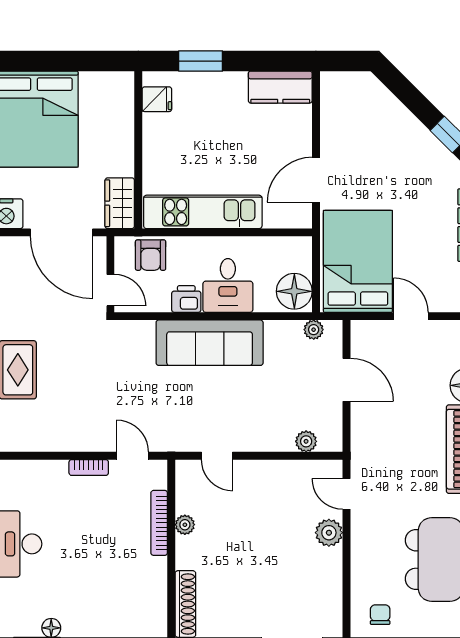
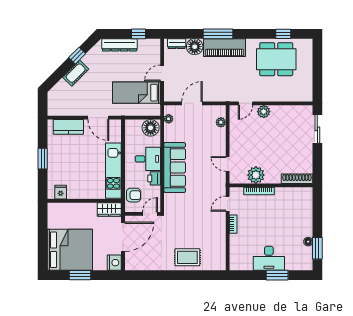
window: (201, 61) -> (43, 159), moved
kitchen counter: (280, 87) -> (68, 127), moved, turned 90
cot: (411, 131) -> (76, 73), added
bed: (358, 261) -> (137, 93), width x0.67
door: (217, 456) -> (228, 164), swing flipped
plant: (185, 525) -> (256, 175), width x1.88, depth x1.88
chair: (380, 615) -> (302, 88), removed

